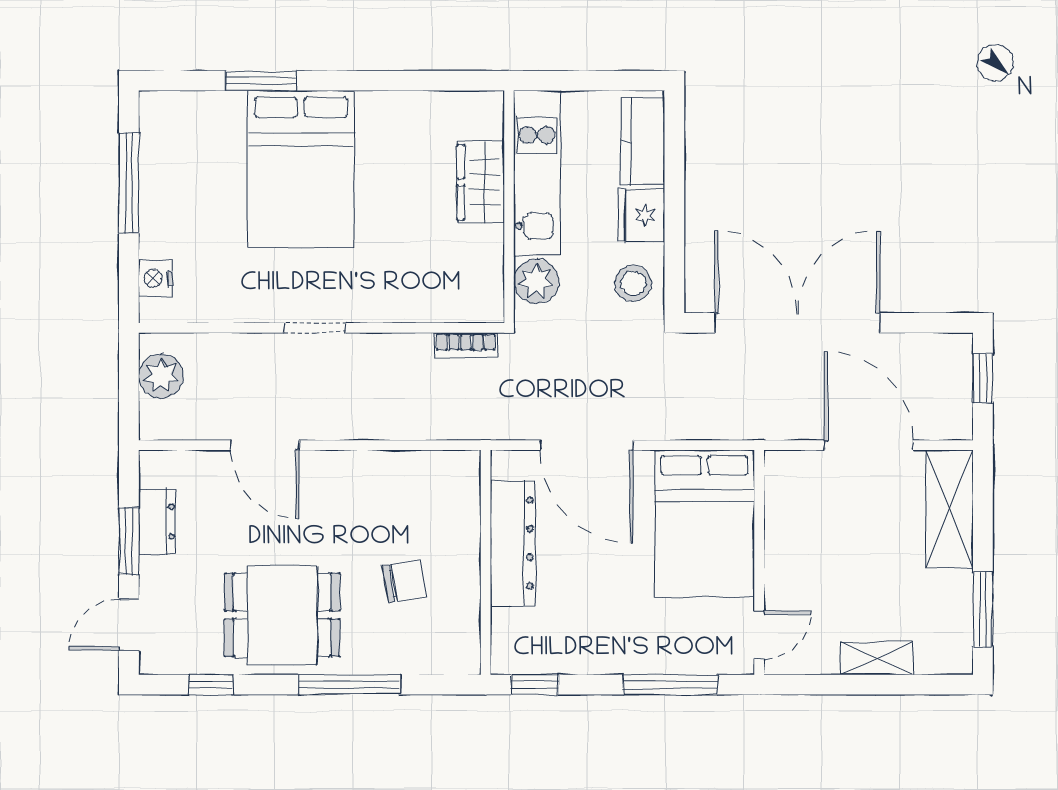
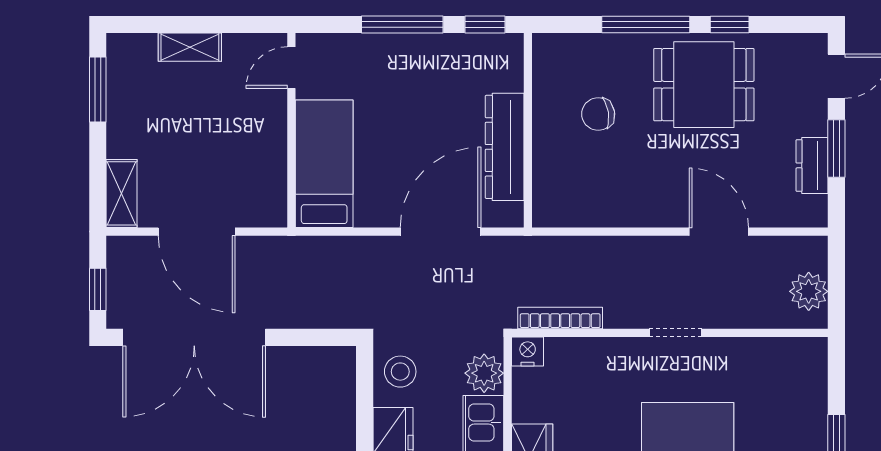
nightstand: (156, 278) -> (528, 352), moved, turned -90
double door: (797, 323) -> (194, 337), moved
bookcase: (466, 345) -> (560, 318), width x1.56
door: (587, 445) -> (441, 232), hinge flipped
shelving: (949, 509) -> (122, 193), width x0.67, depth x0.75
bed: (705, 524) -> (324, 164), width x0.67
window: (211, 685) -> (730, 24), moved
window: (670, 685) -> (402, 24), moved

